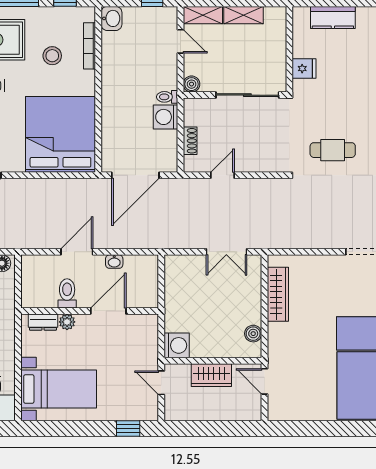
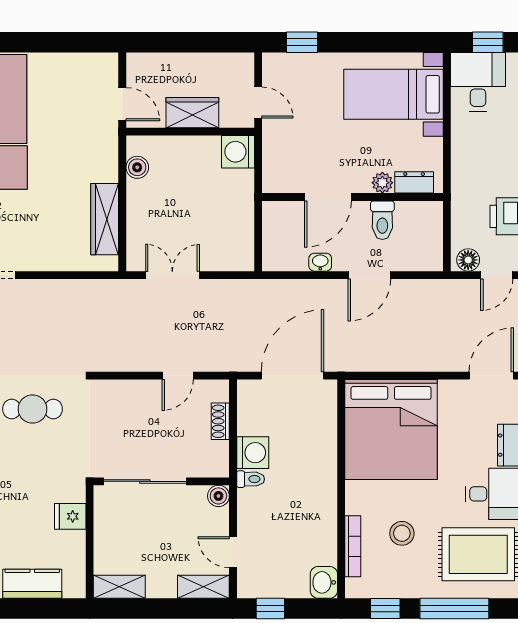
shelving: (244, 15) -> (119, 587), moved

